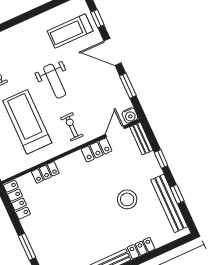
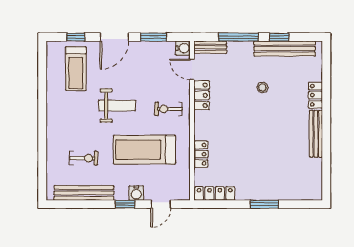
window: (161, 159) -> (238, 37), width x2.17
stool: (127, 199) -> (262, 87), width x0.53, depth x0.53

